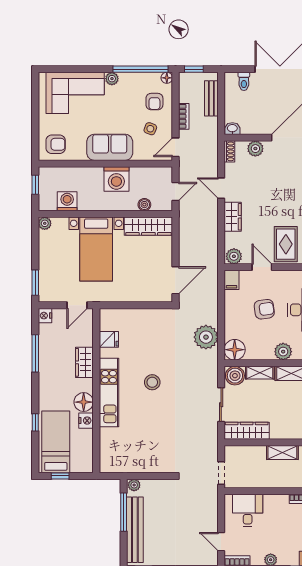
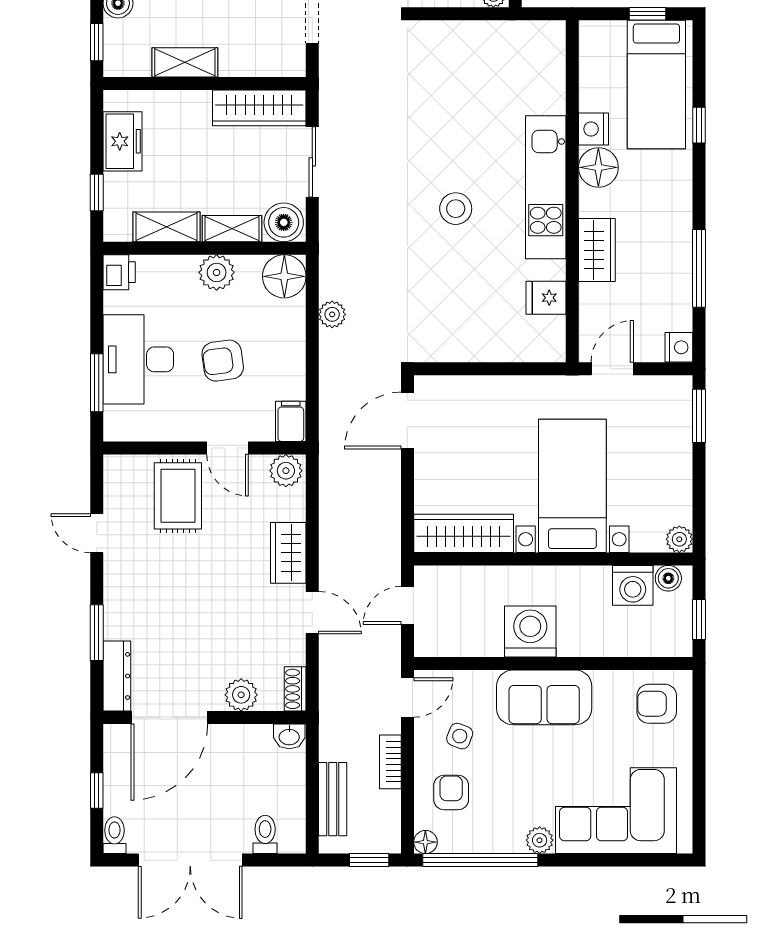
boiler: (144, 205) -> (668, 578), moved
plant: (206, 337) -> (332, 314), width x0.53, depth x0.53
plant: (283, 352) -> (217, 272), moved

